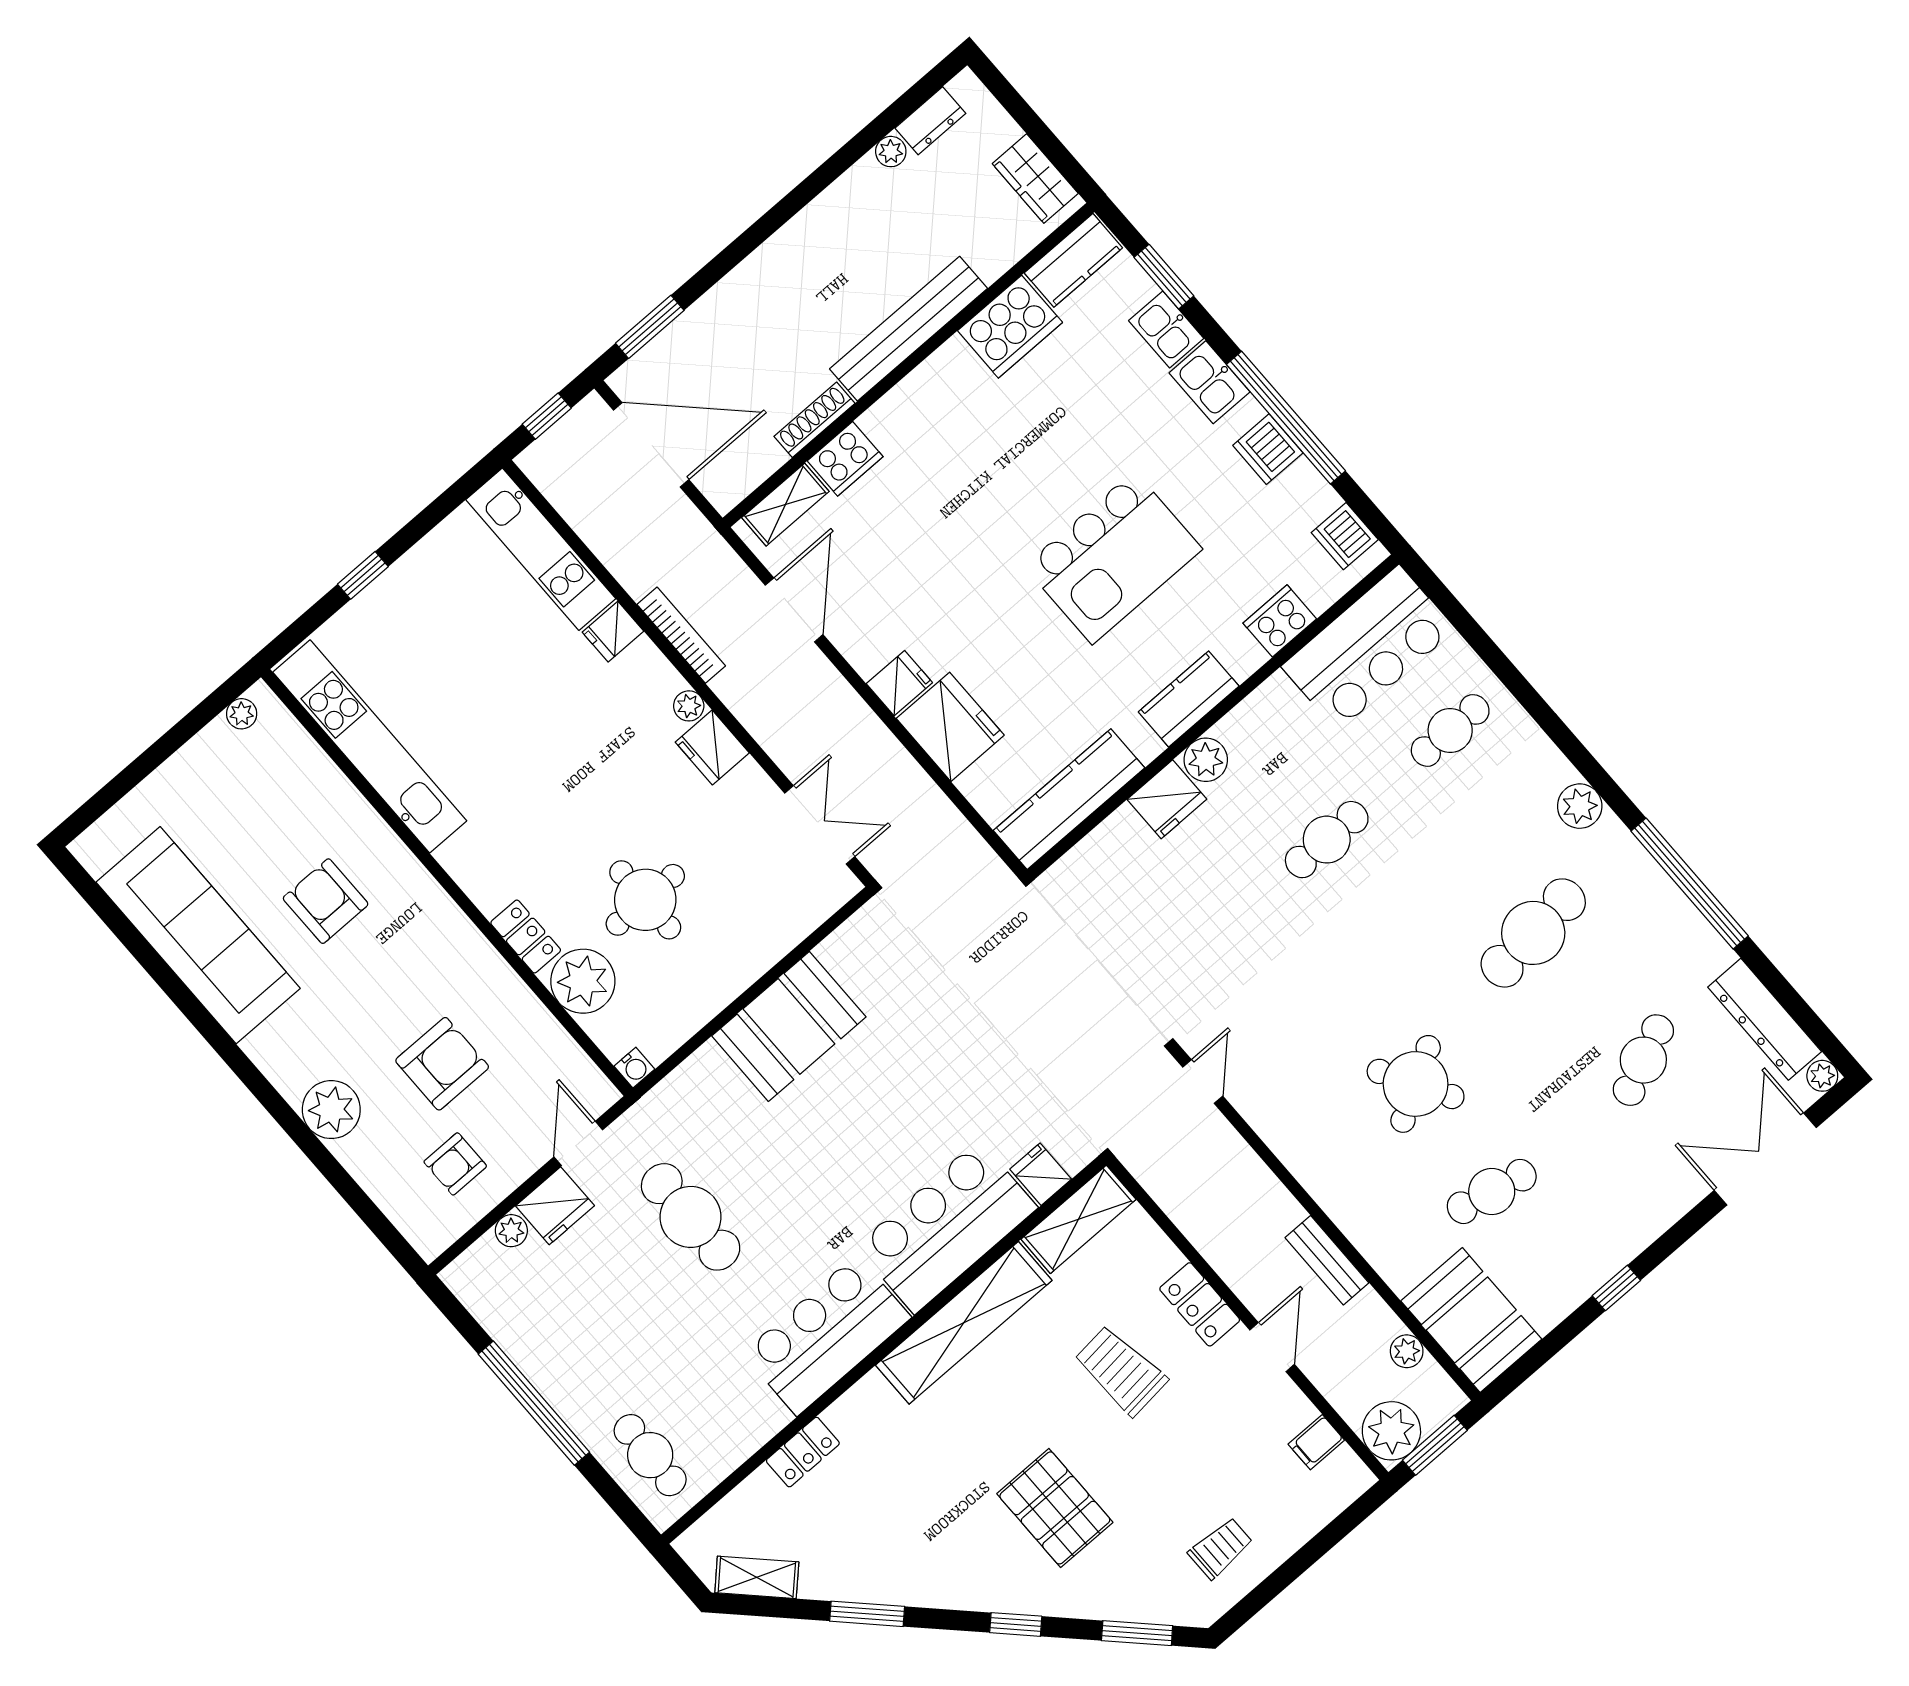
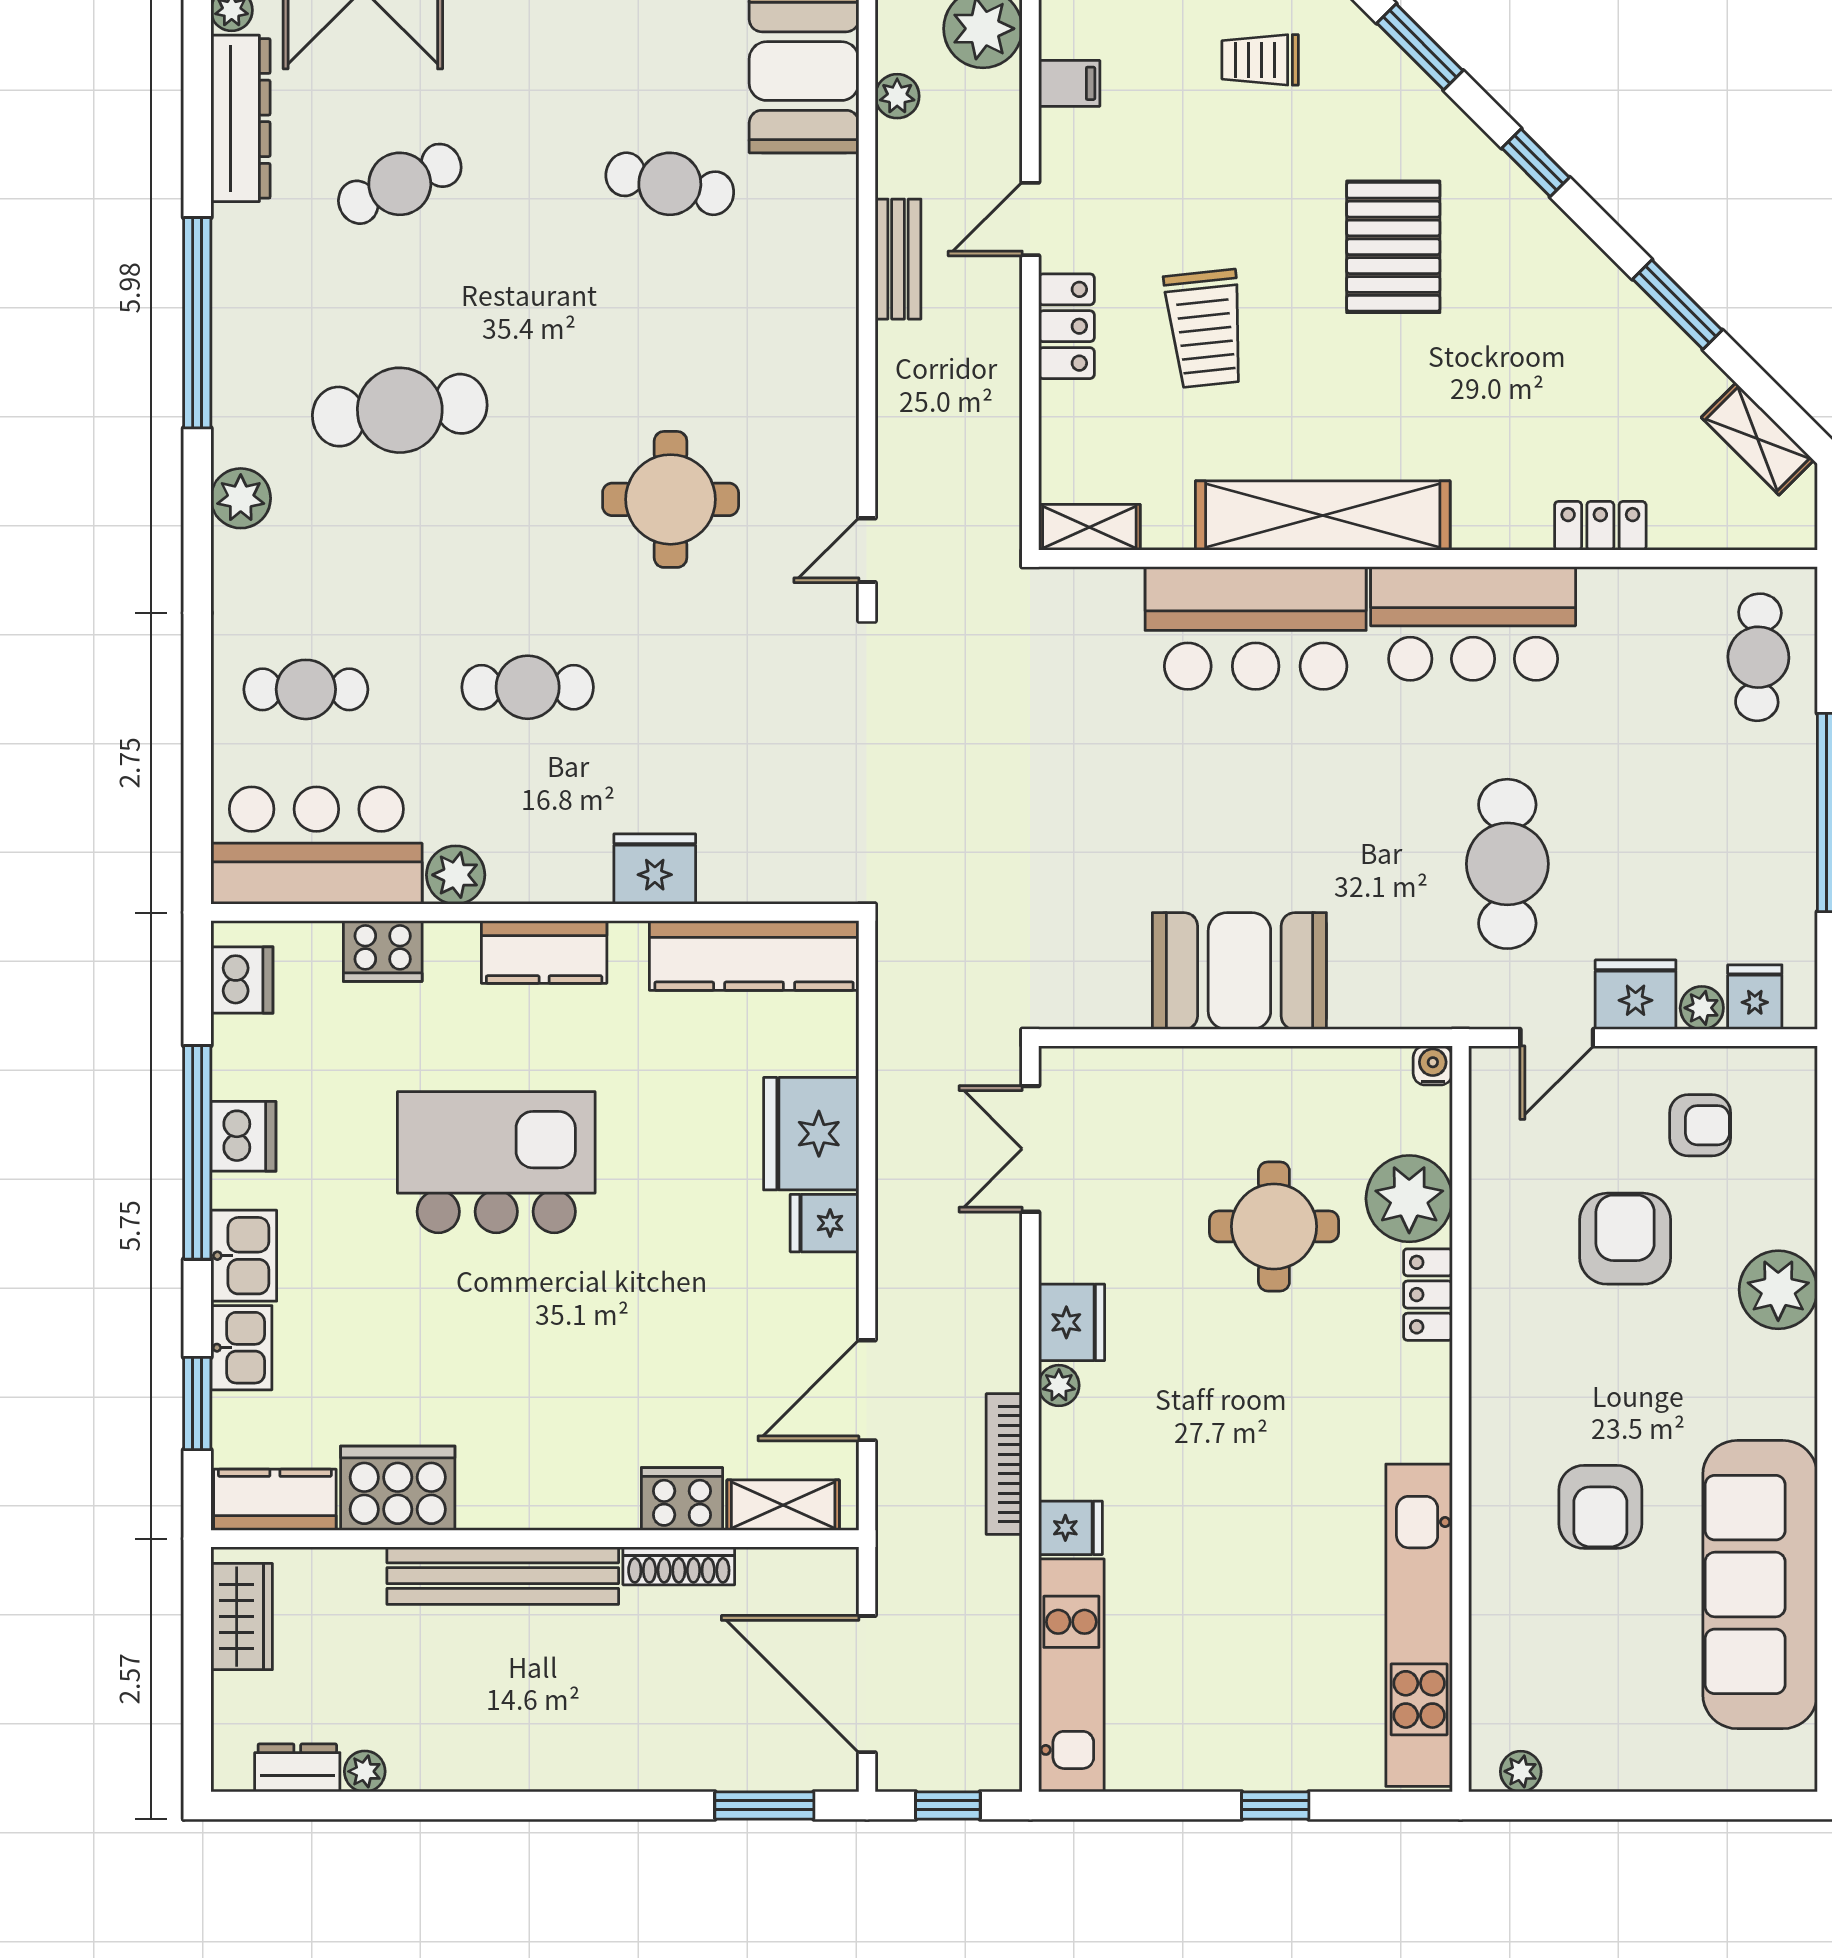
plant: (1206, 760) -> (456, 875), moved
armchair: (442, 1064) -> (1625, 1239), turned 90
round table: (1416, 1084) -> (671, 499), moved, turned 30
fridge: (1041, 1174) -> (1755, 997), moved, turned 180
shelving: (1078, 1219) -> (1089, 527), width x0.67, depth x0.75

